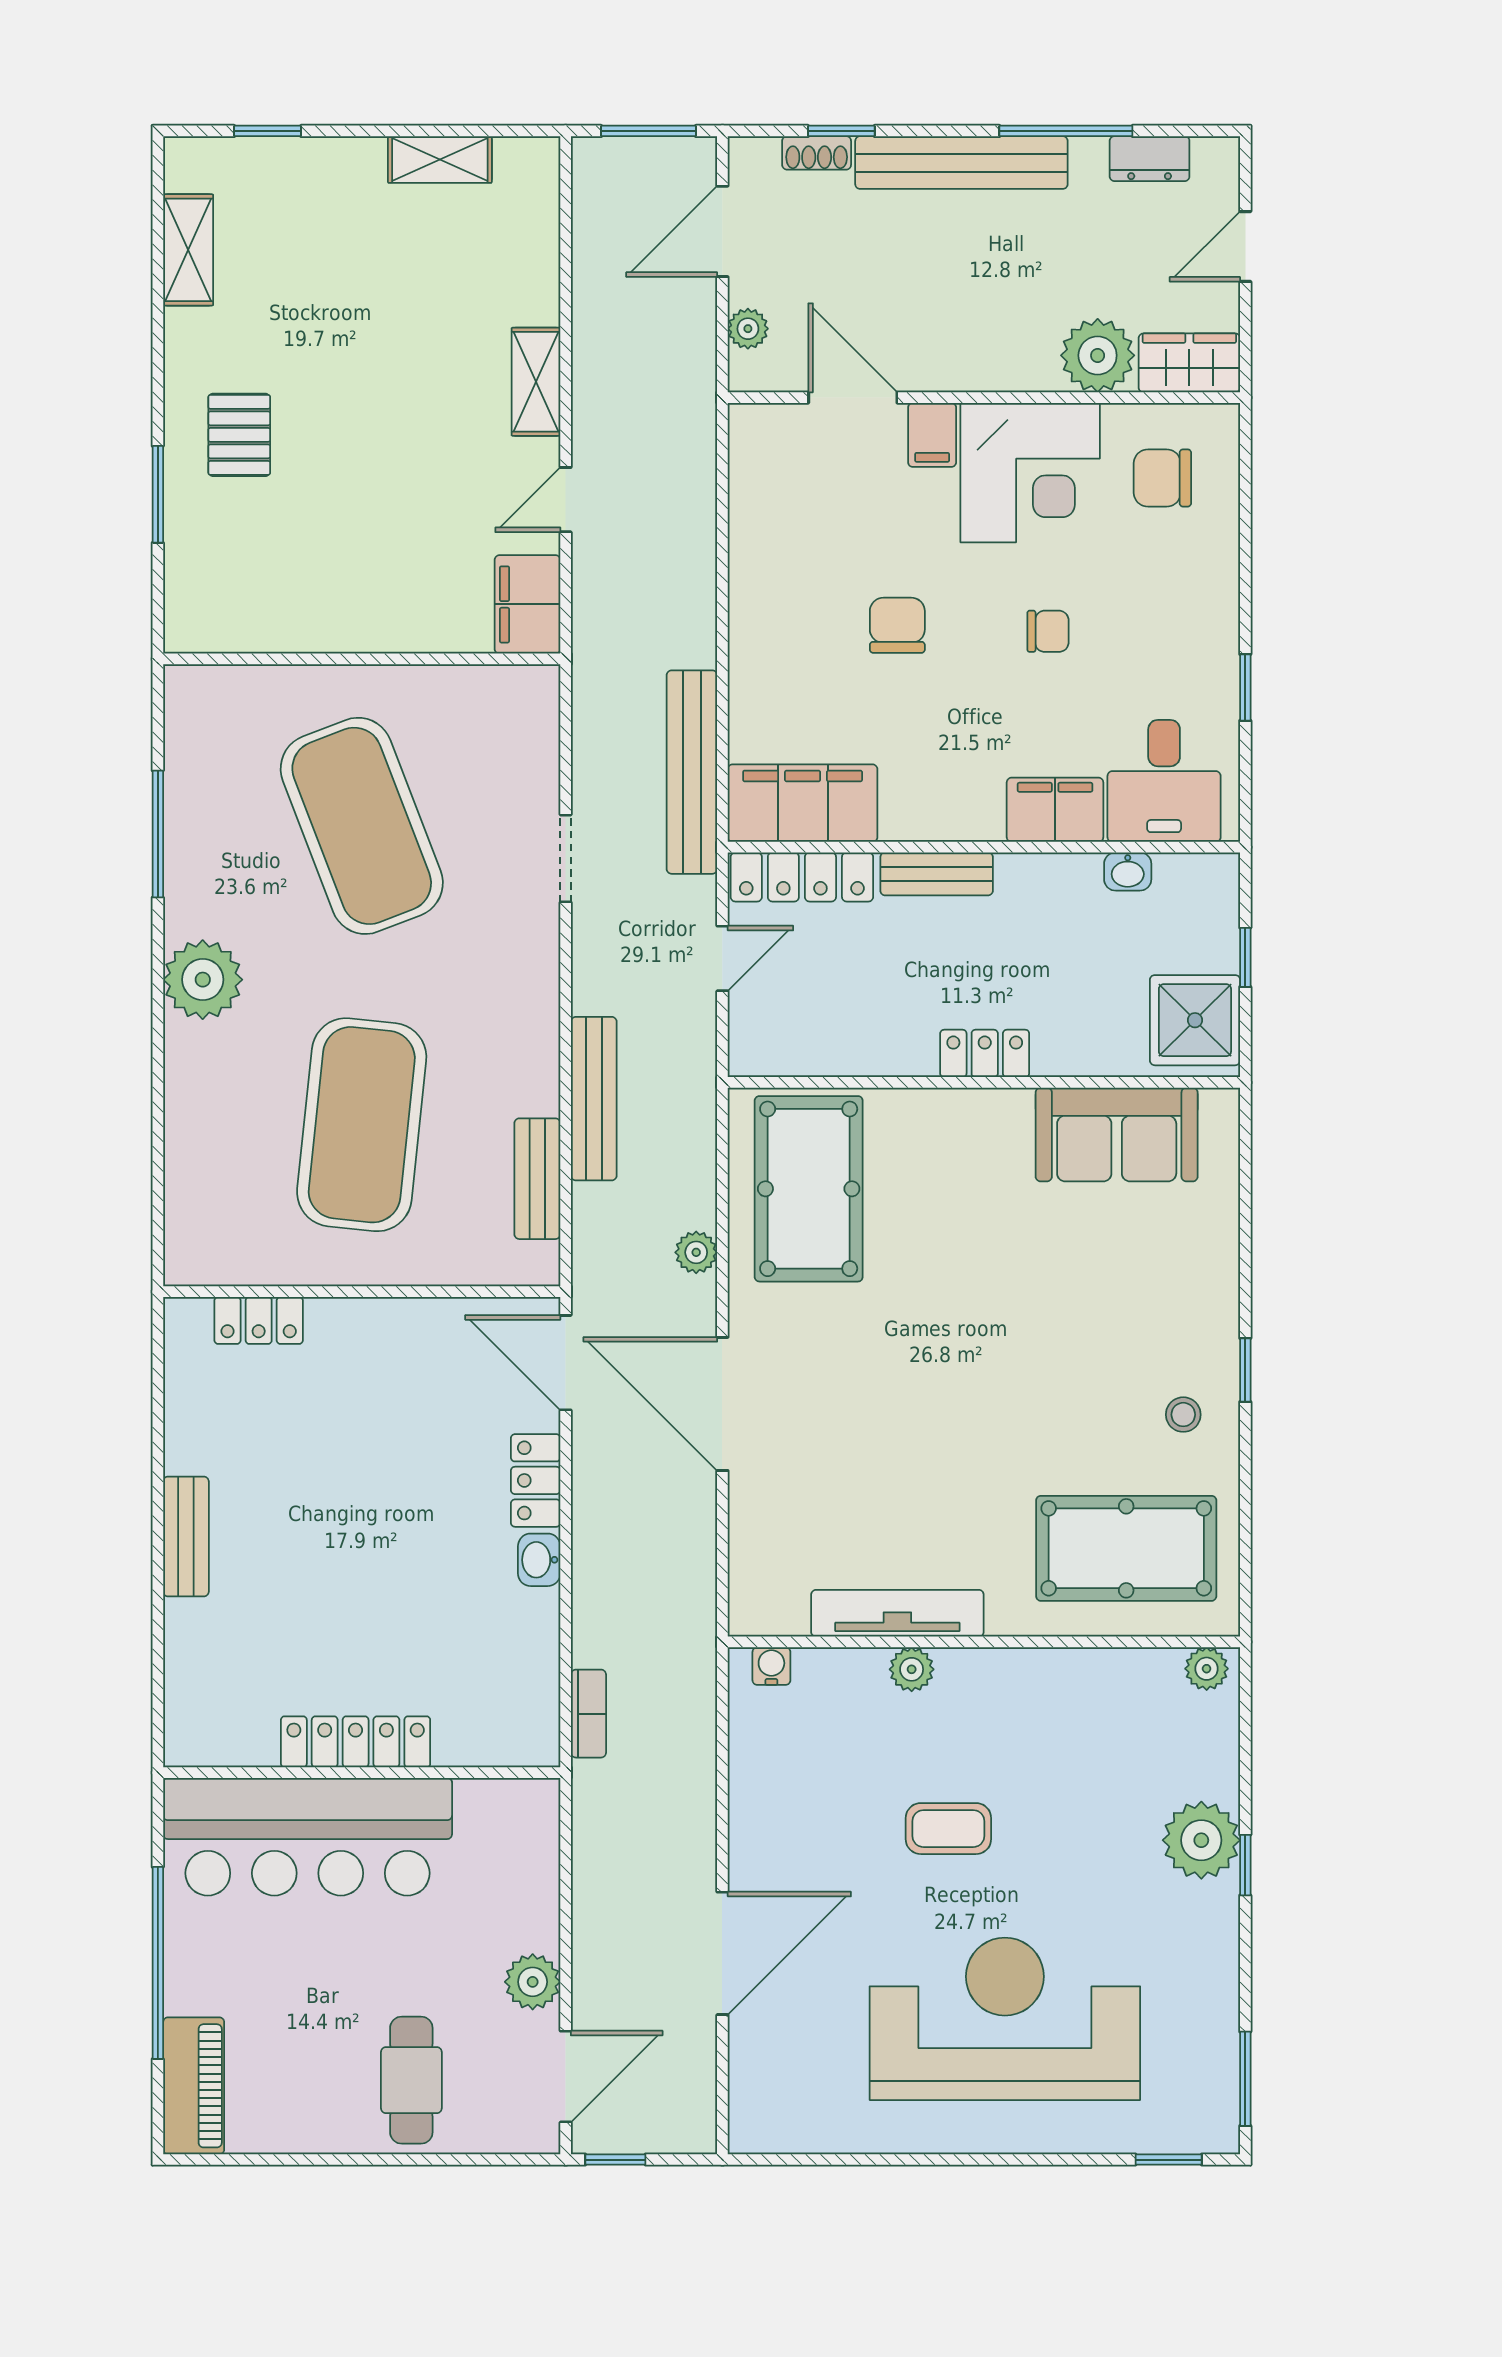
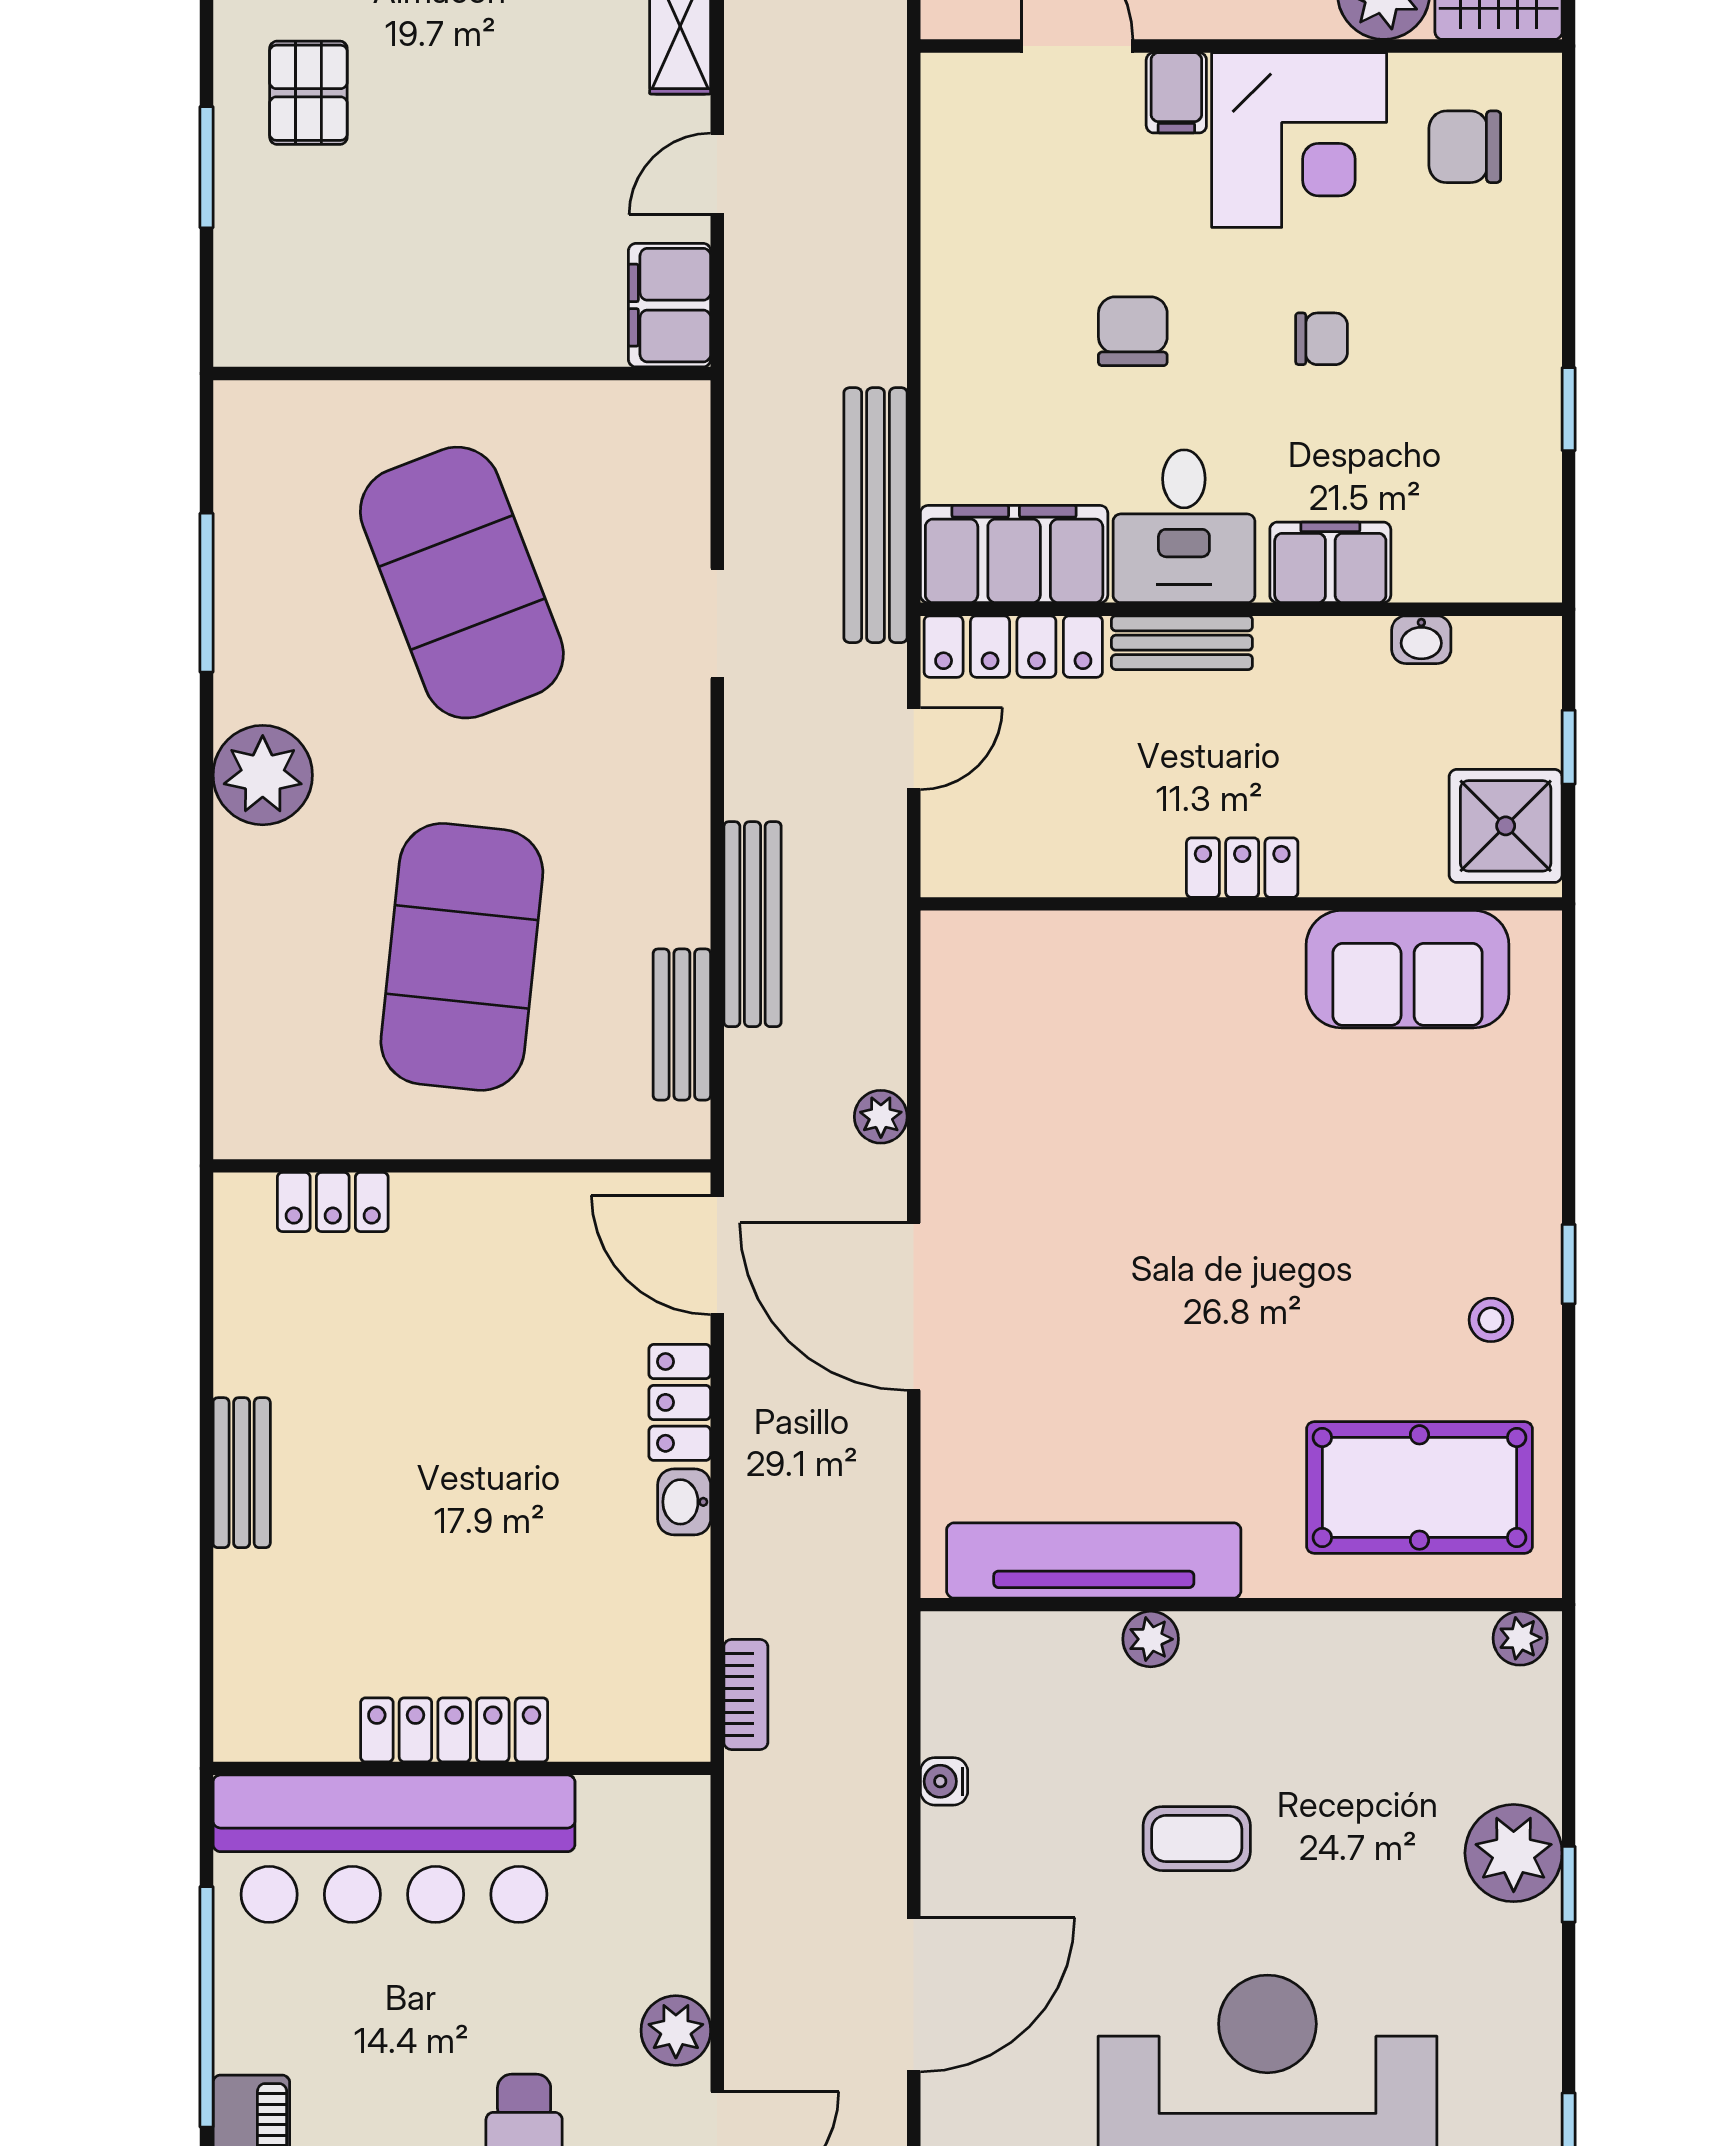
desk: (1164, 781) -> (1184, 526), moved
pool table: (809, 1189) -> (1022, 1037), removed
tv unit: (897, 1613) -> (1094, 1560), width x1.36, depth x1.29
water cooler: (771, 1666) -> (944, 1781), moved, turned -90

